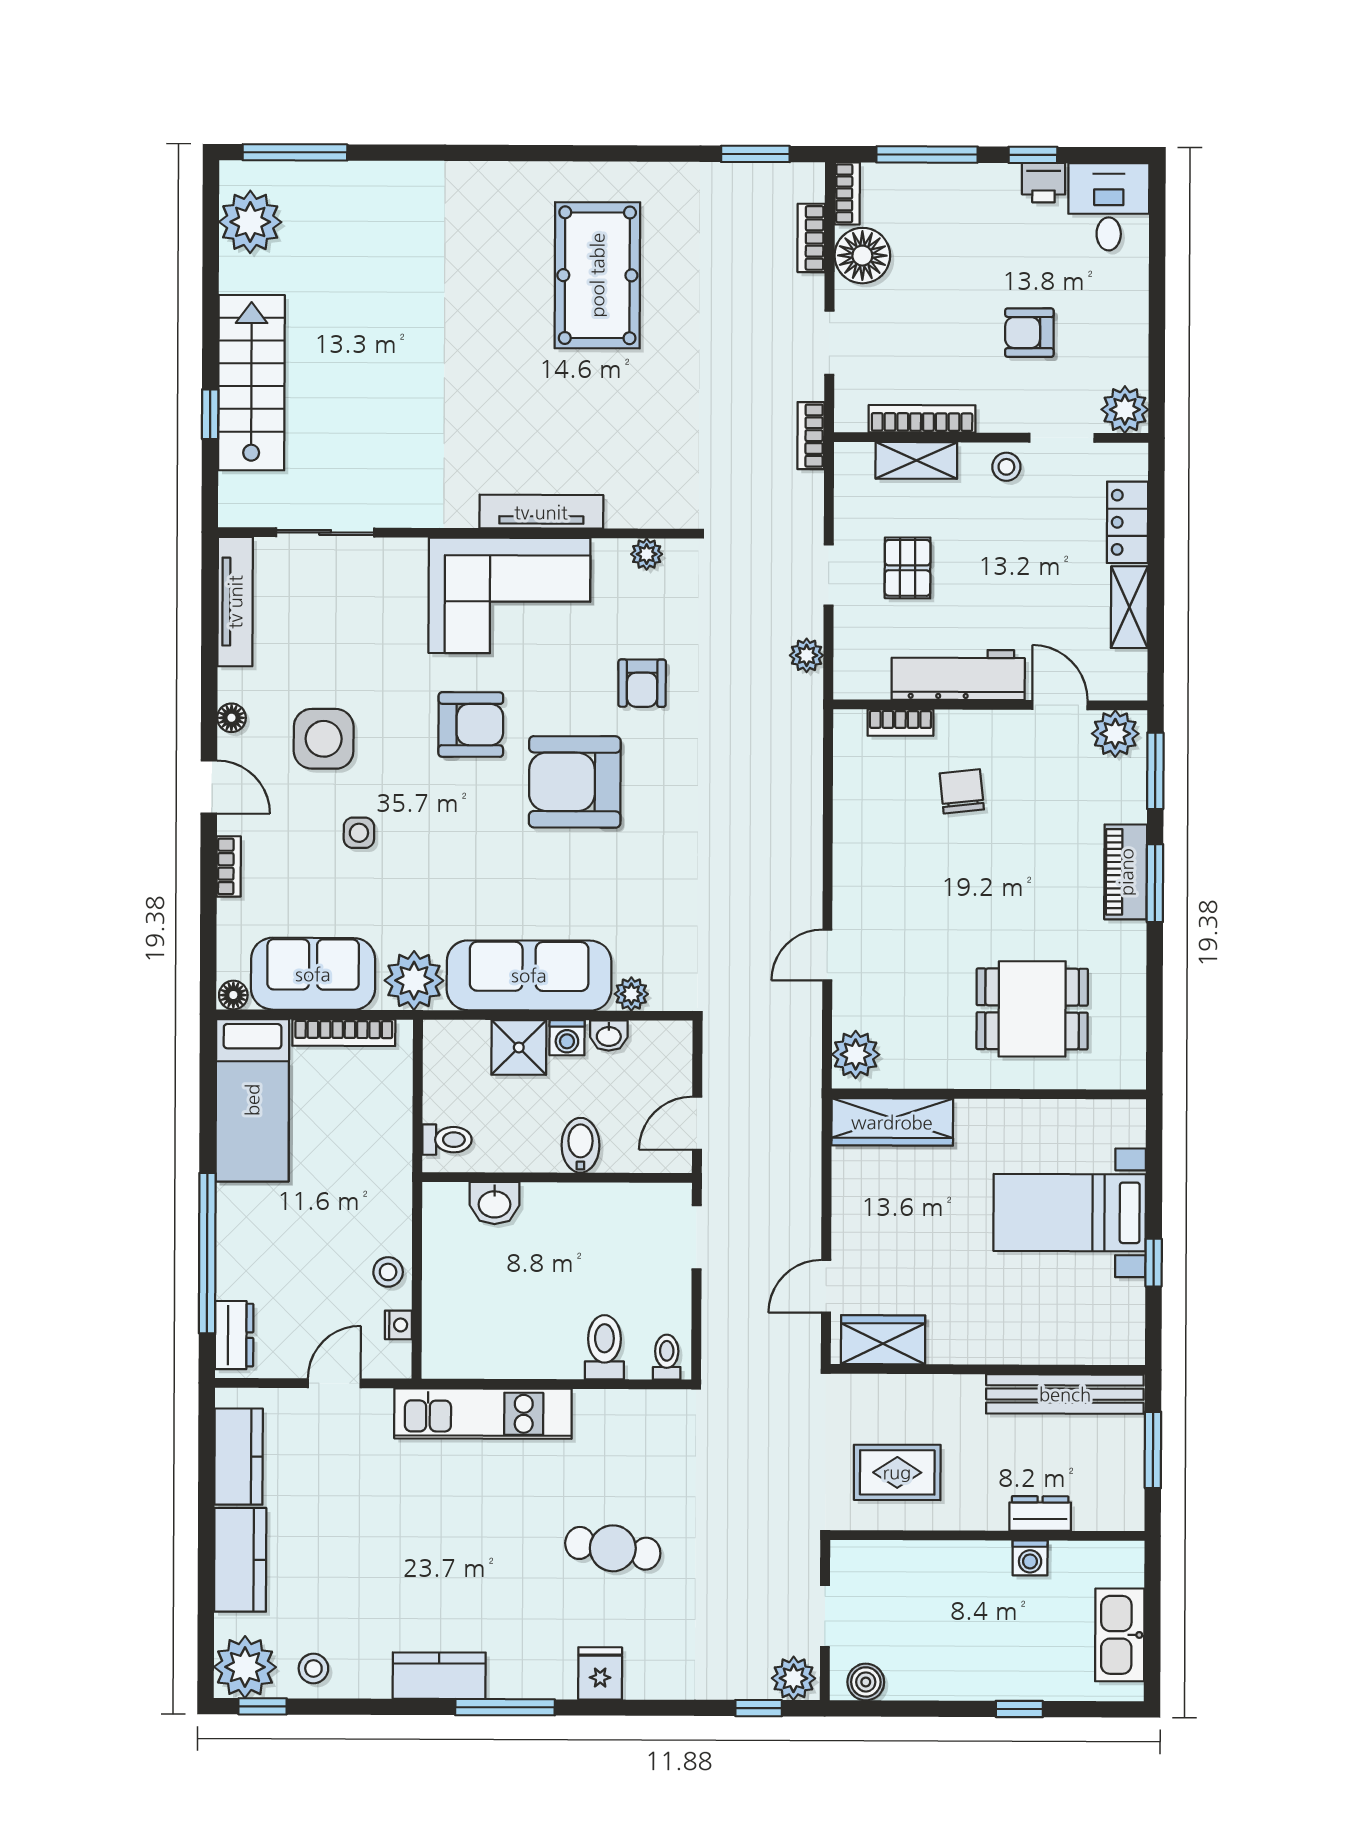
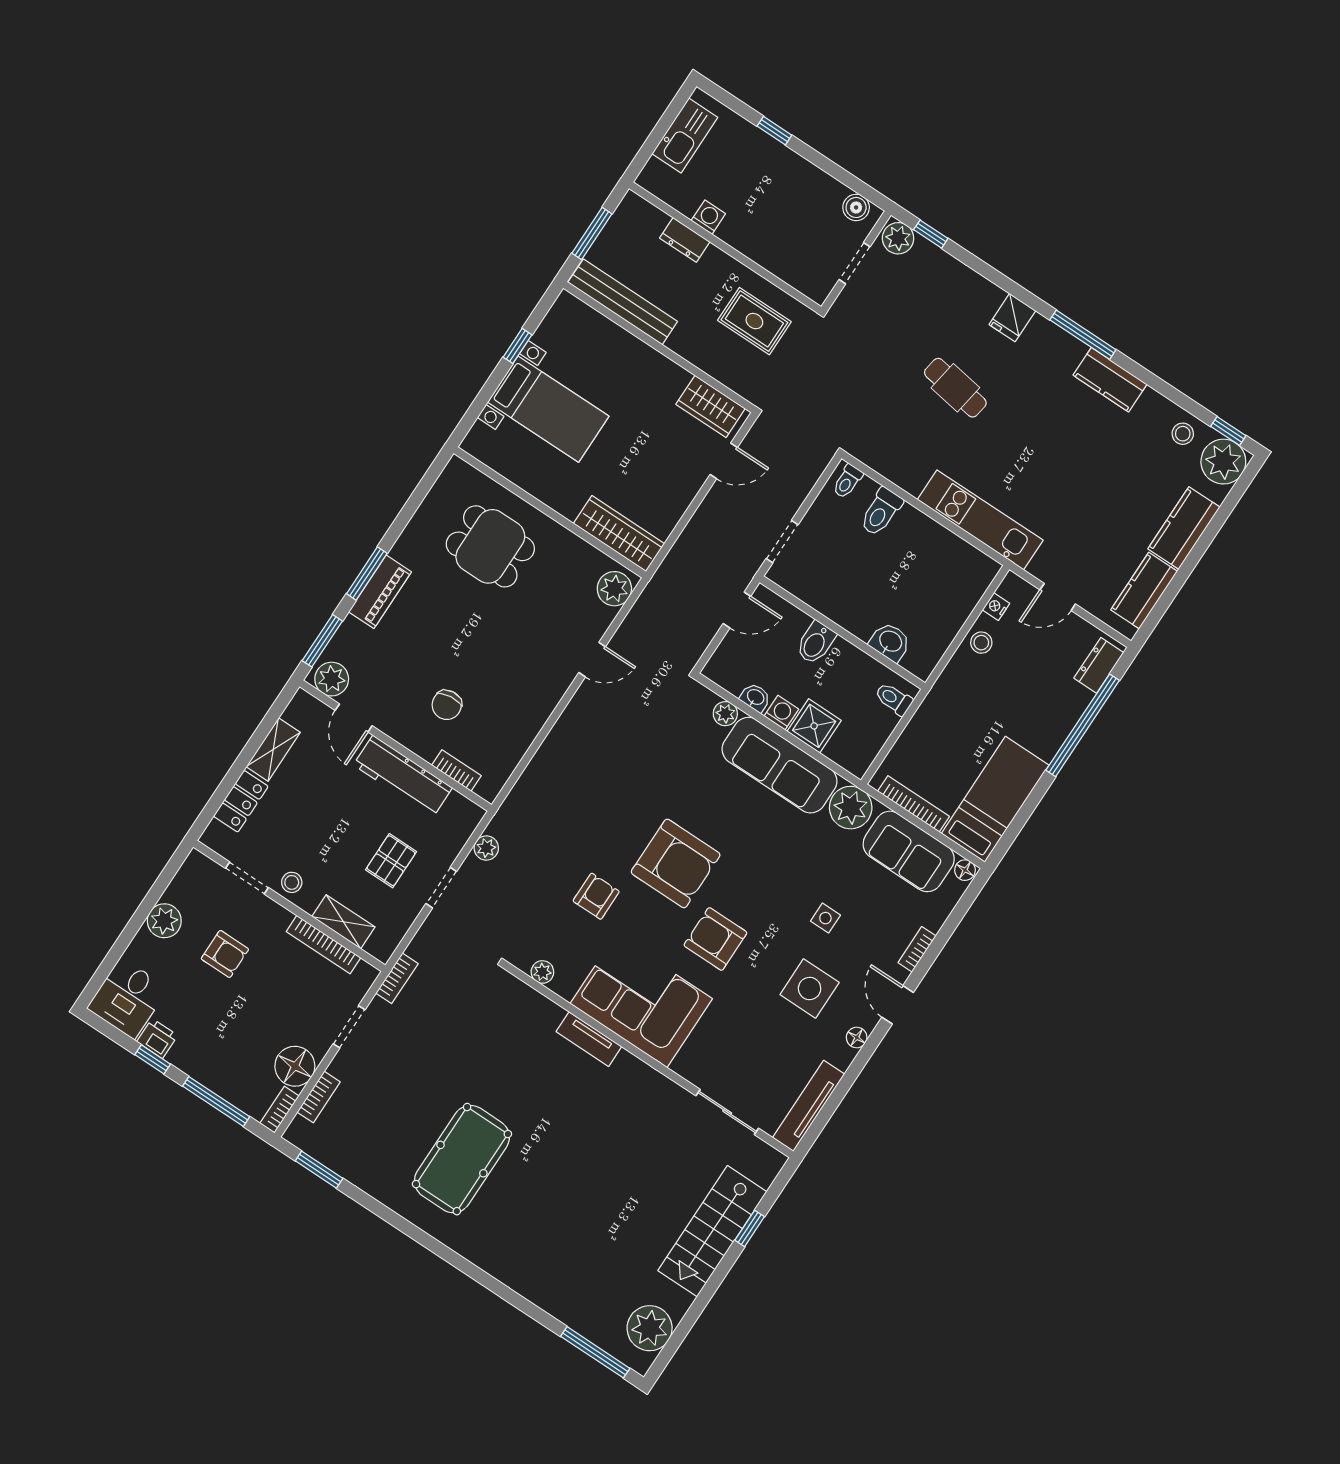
plant: (1125, 410) -> (164, 921), moved
tv unit: (541, 512) -> (589, 1039), width x0.71

